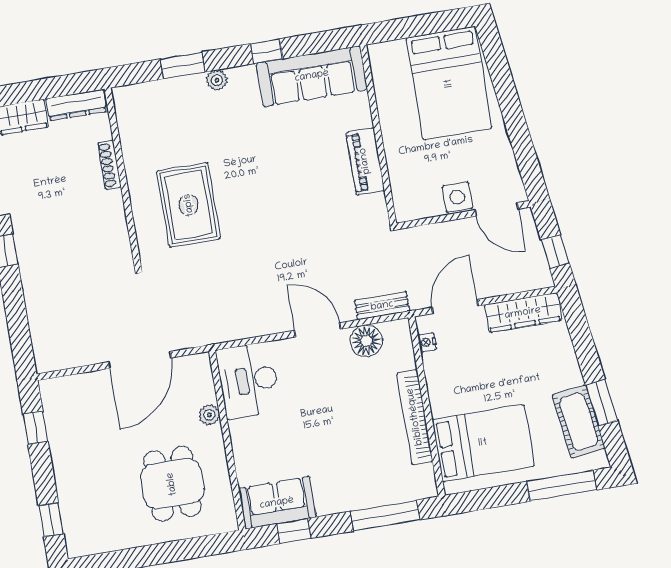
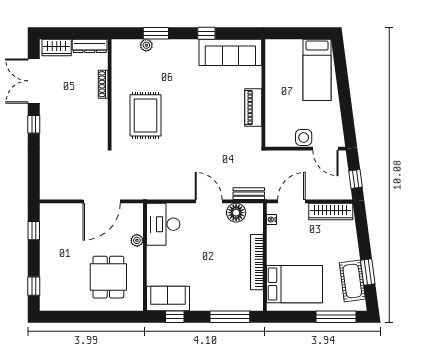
plant: (217, 80) -> (146, 45), moved
bed: (449, 83) -> (317, 70), width x0.67

